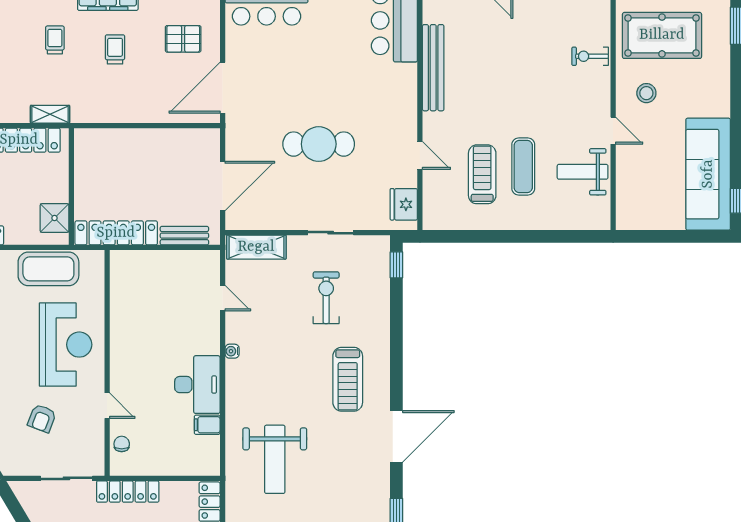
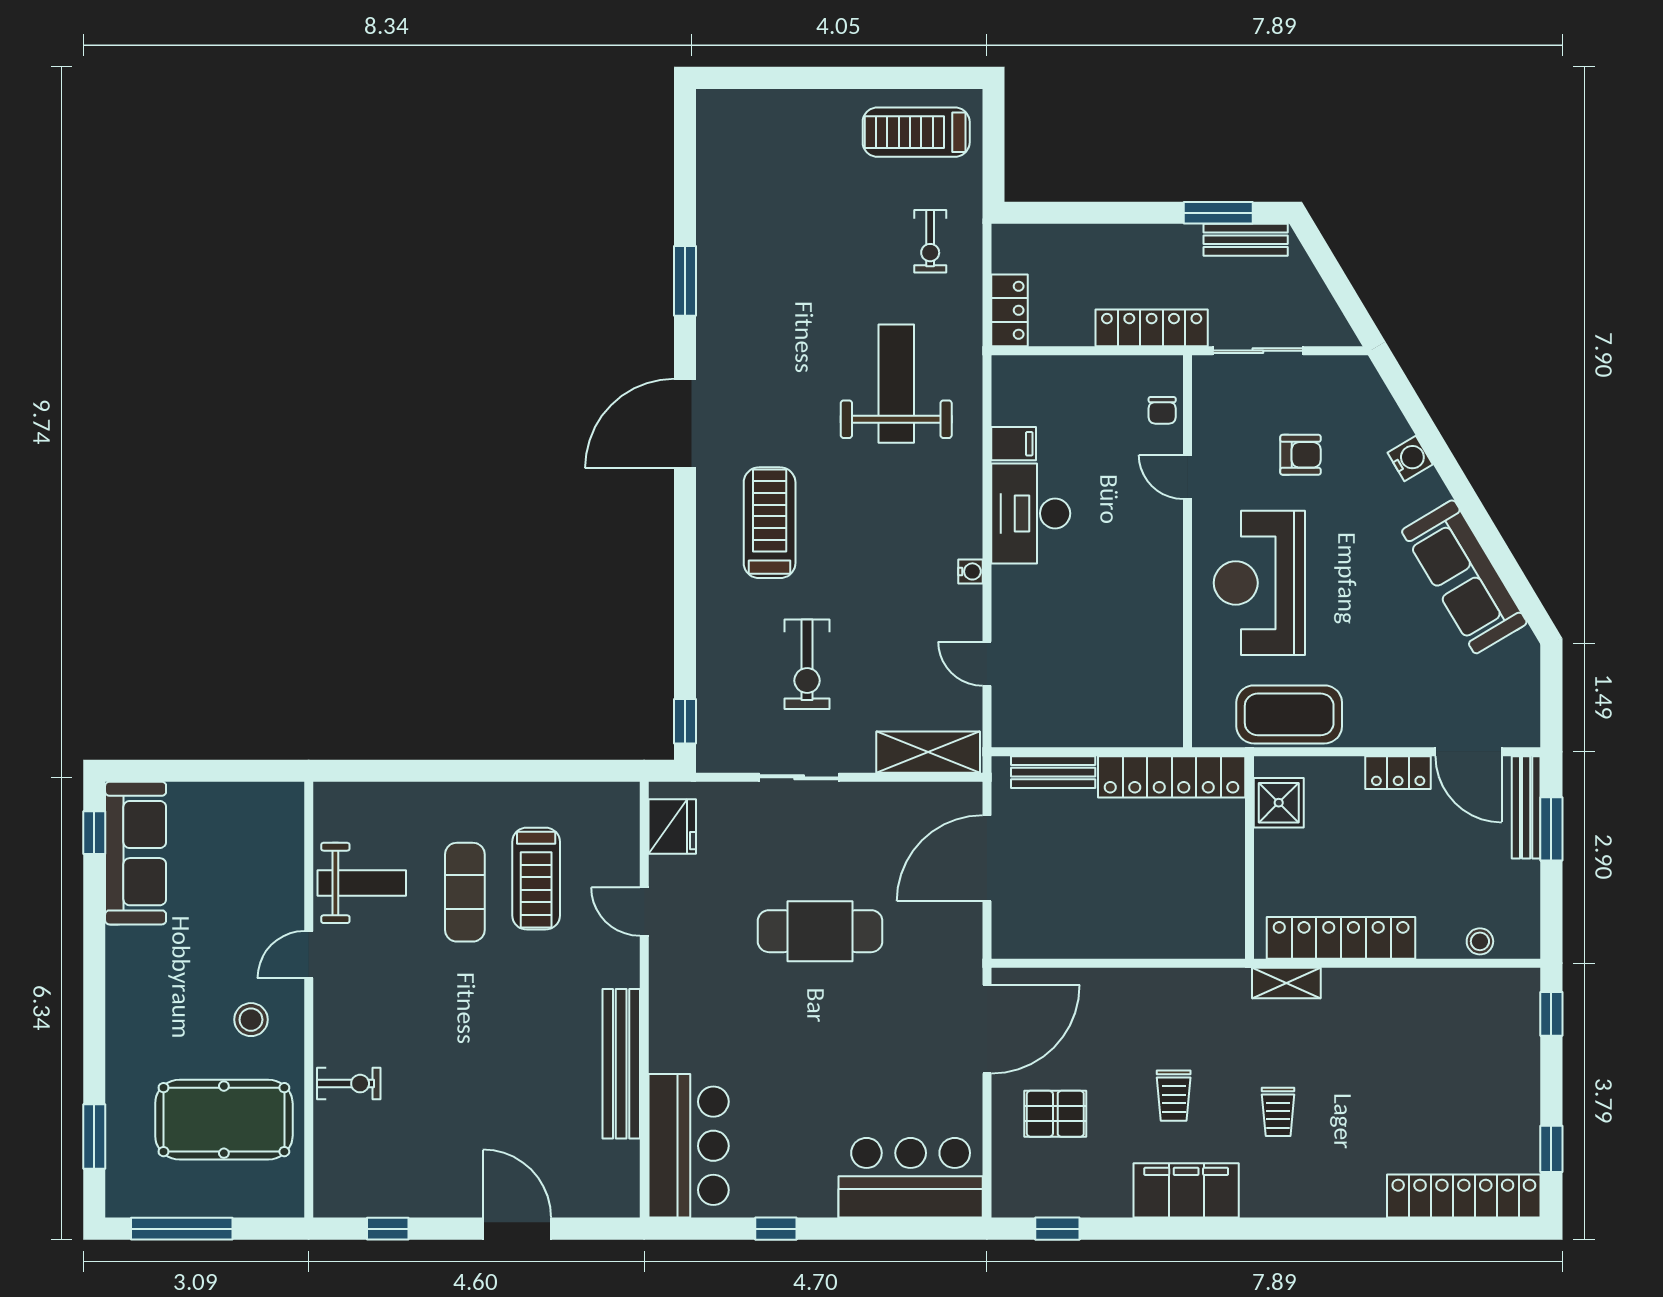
door: (613, 131) -> (309, 955), hinge flipped
sofa: (708, 174) -> (136, 853), width x0.74, depth x0.79
armchair: (42, 418) -> (1301, 455), turned 69

